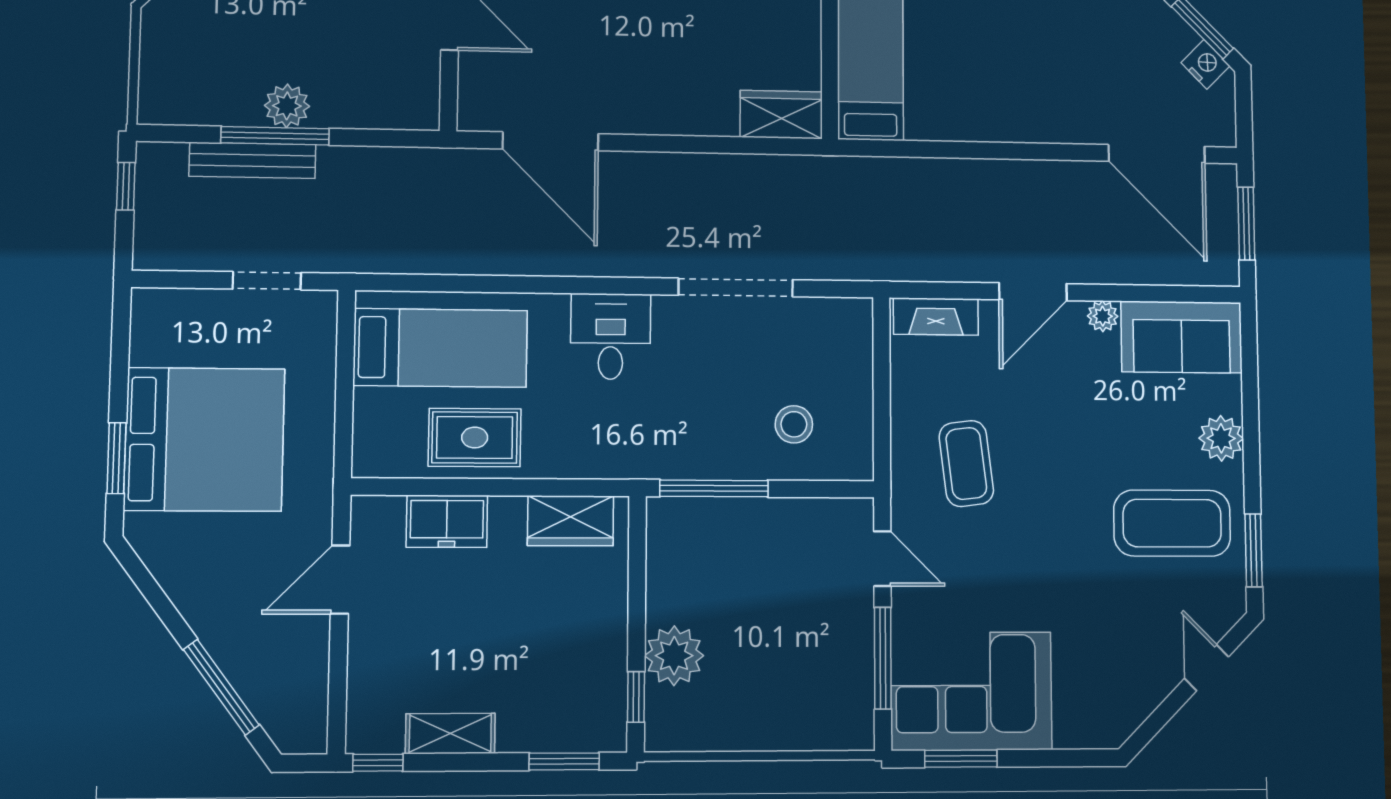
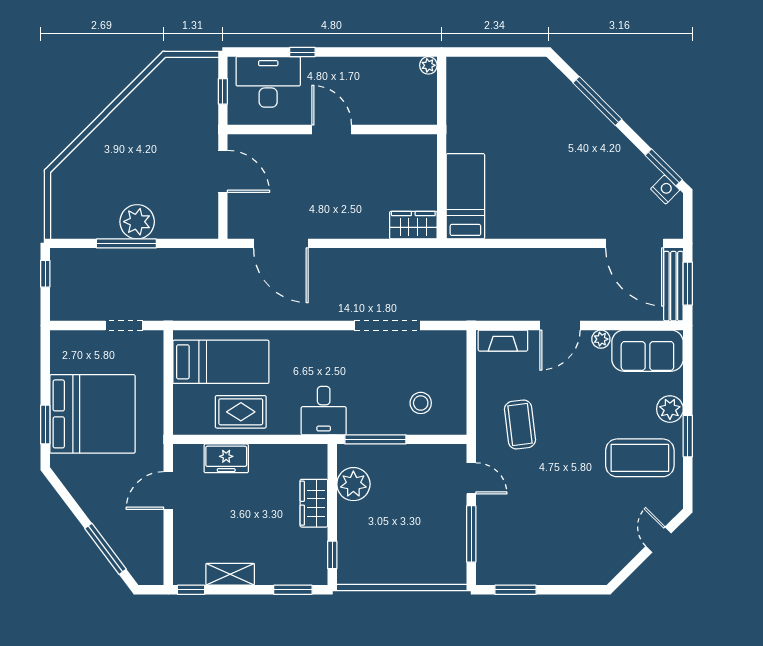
plant: (287, 106) -> (137, 222), width x1.36, depth x1.36
bench: (252, 160) -> (673, 286), moved, turned 90
desk: (611, 336) -> (324, 411), moved, turned 180
wardrobe: (571, 521) -> (314, 503), moved, turned 90
window: (1254, 550) -> (688, 436), moved
plant: (674, 656) -> (353, 484), moved
corner sofa: (971, 691) -> (522, 552), removed

